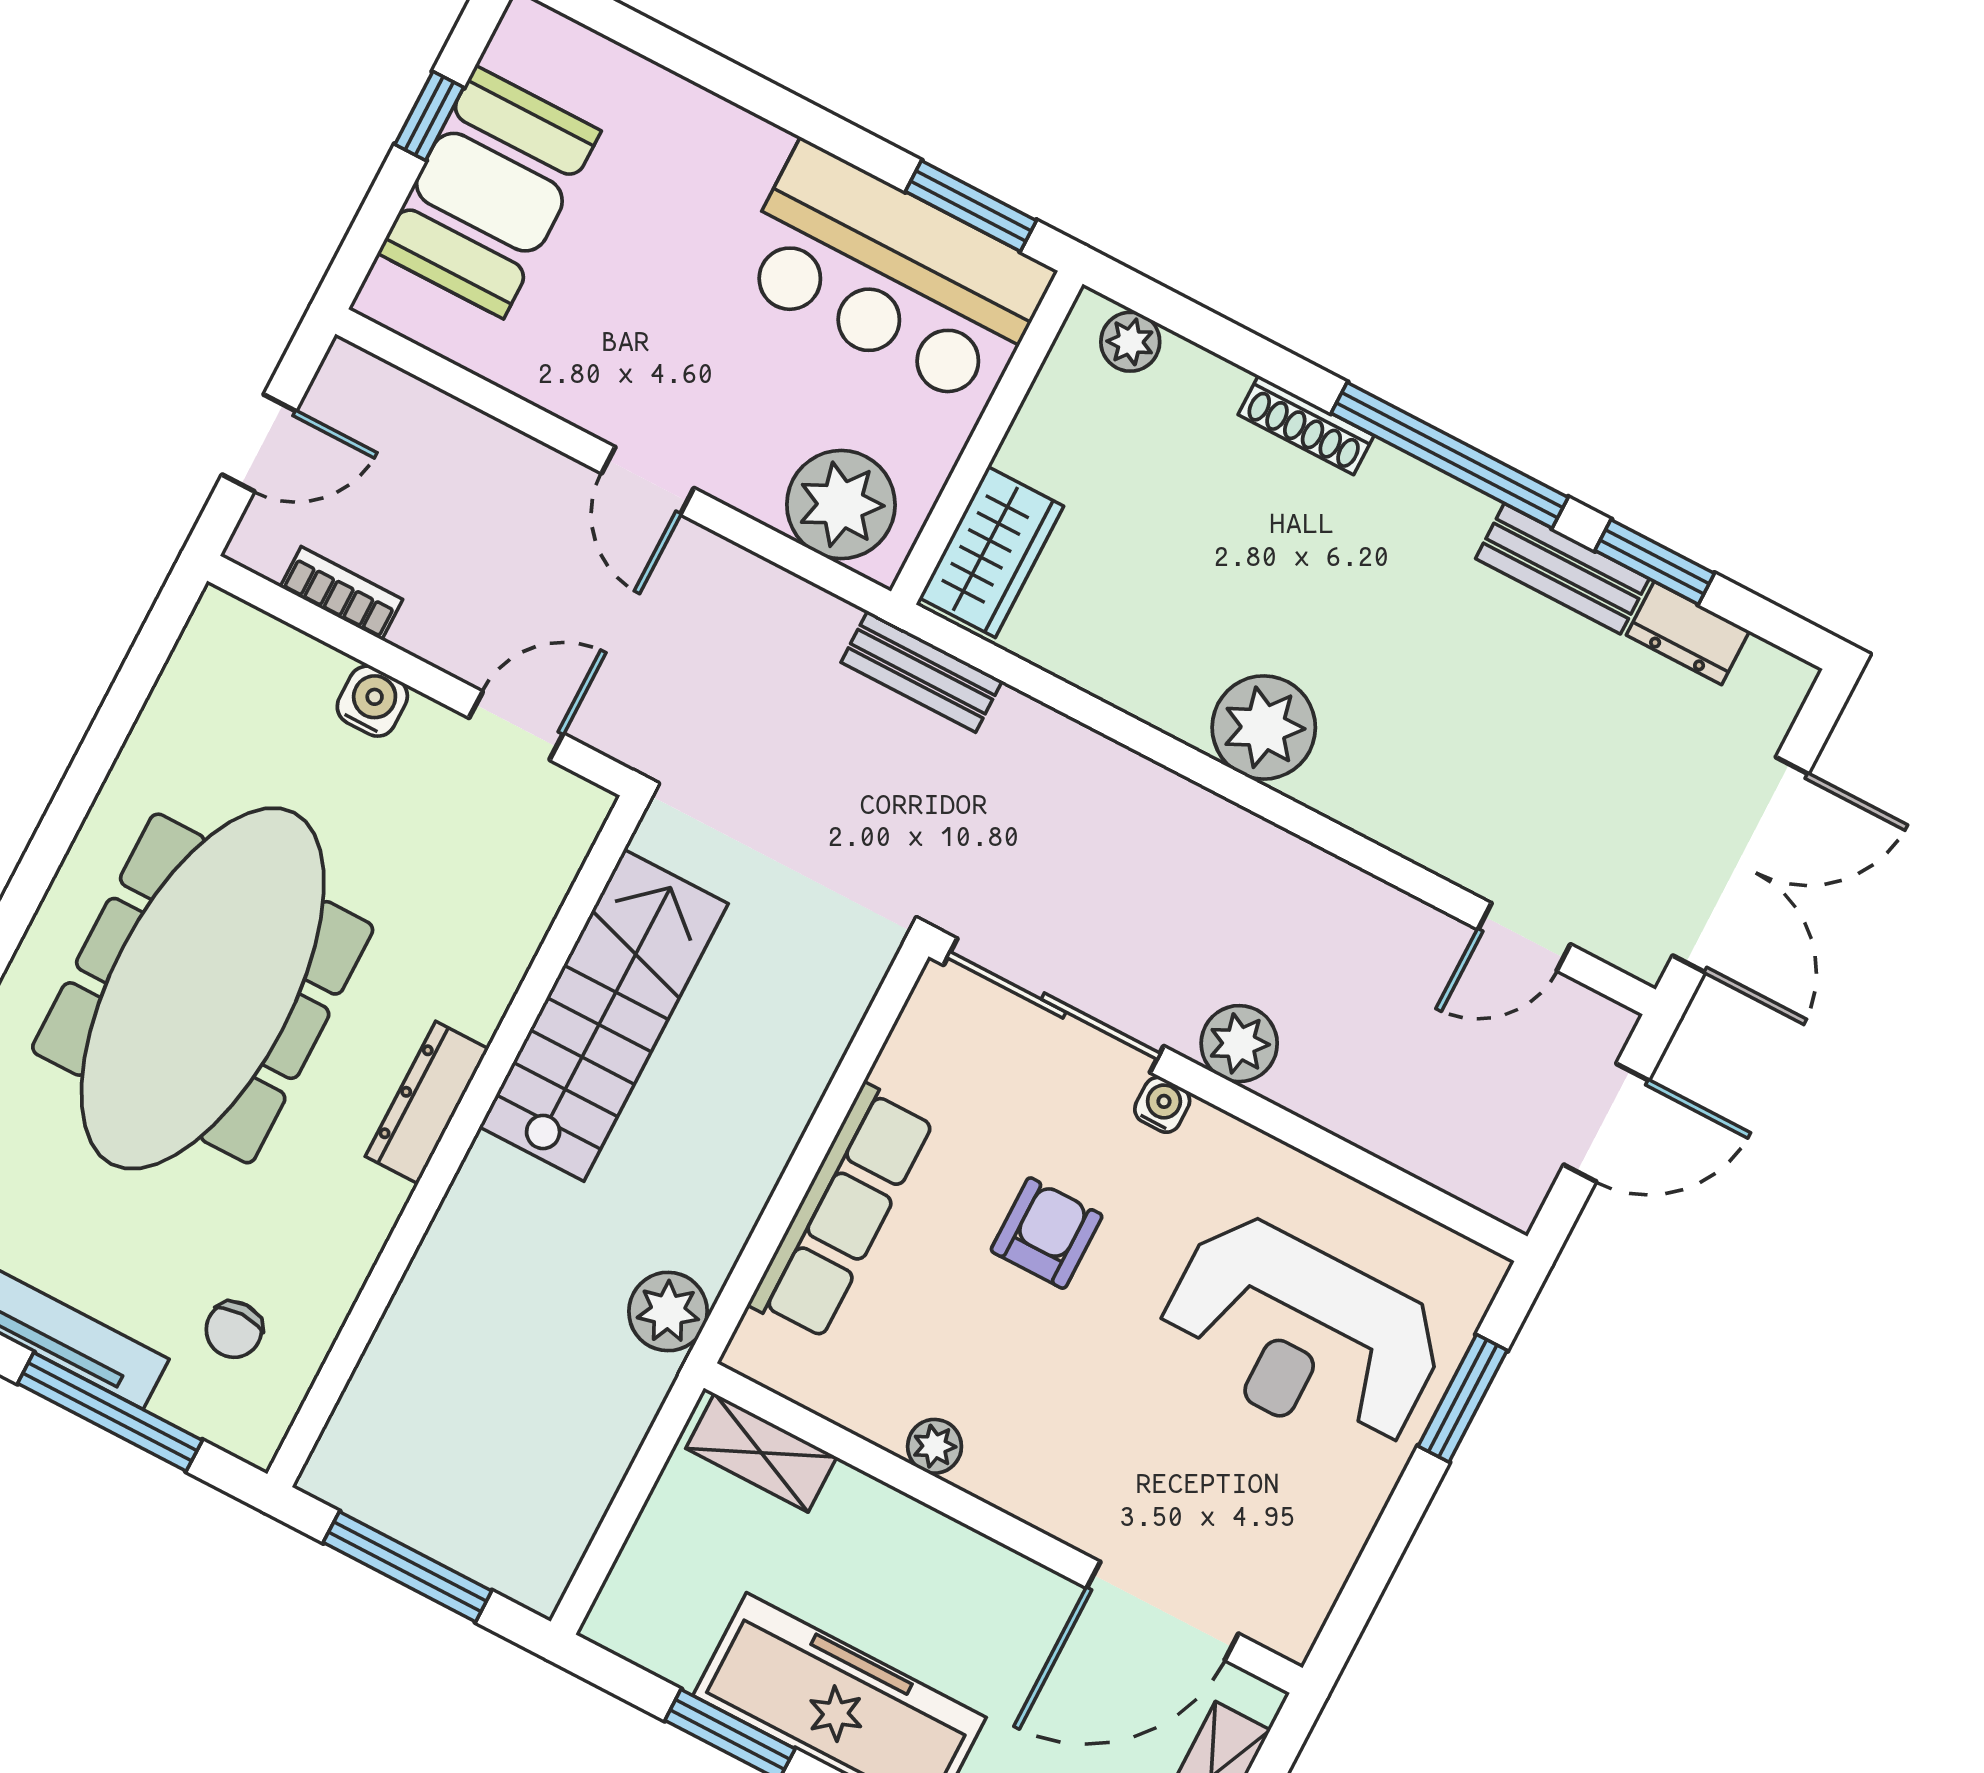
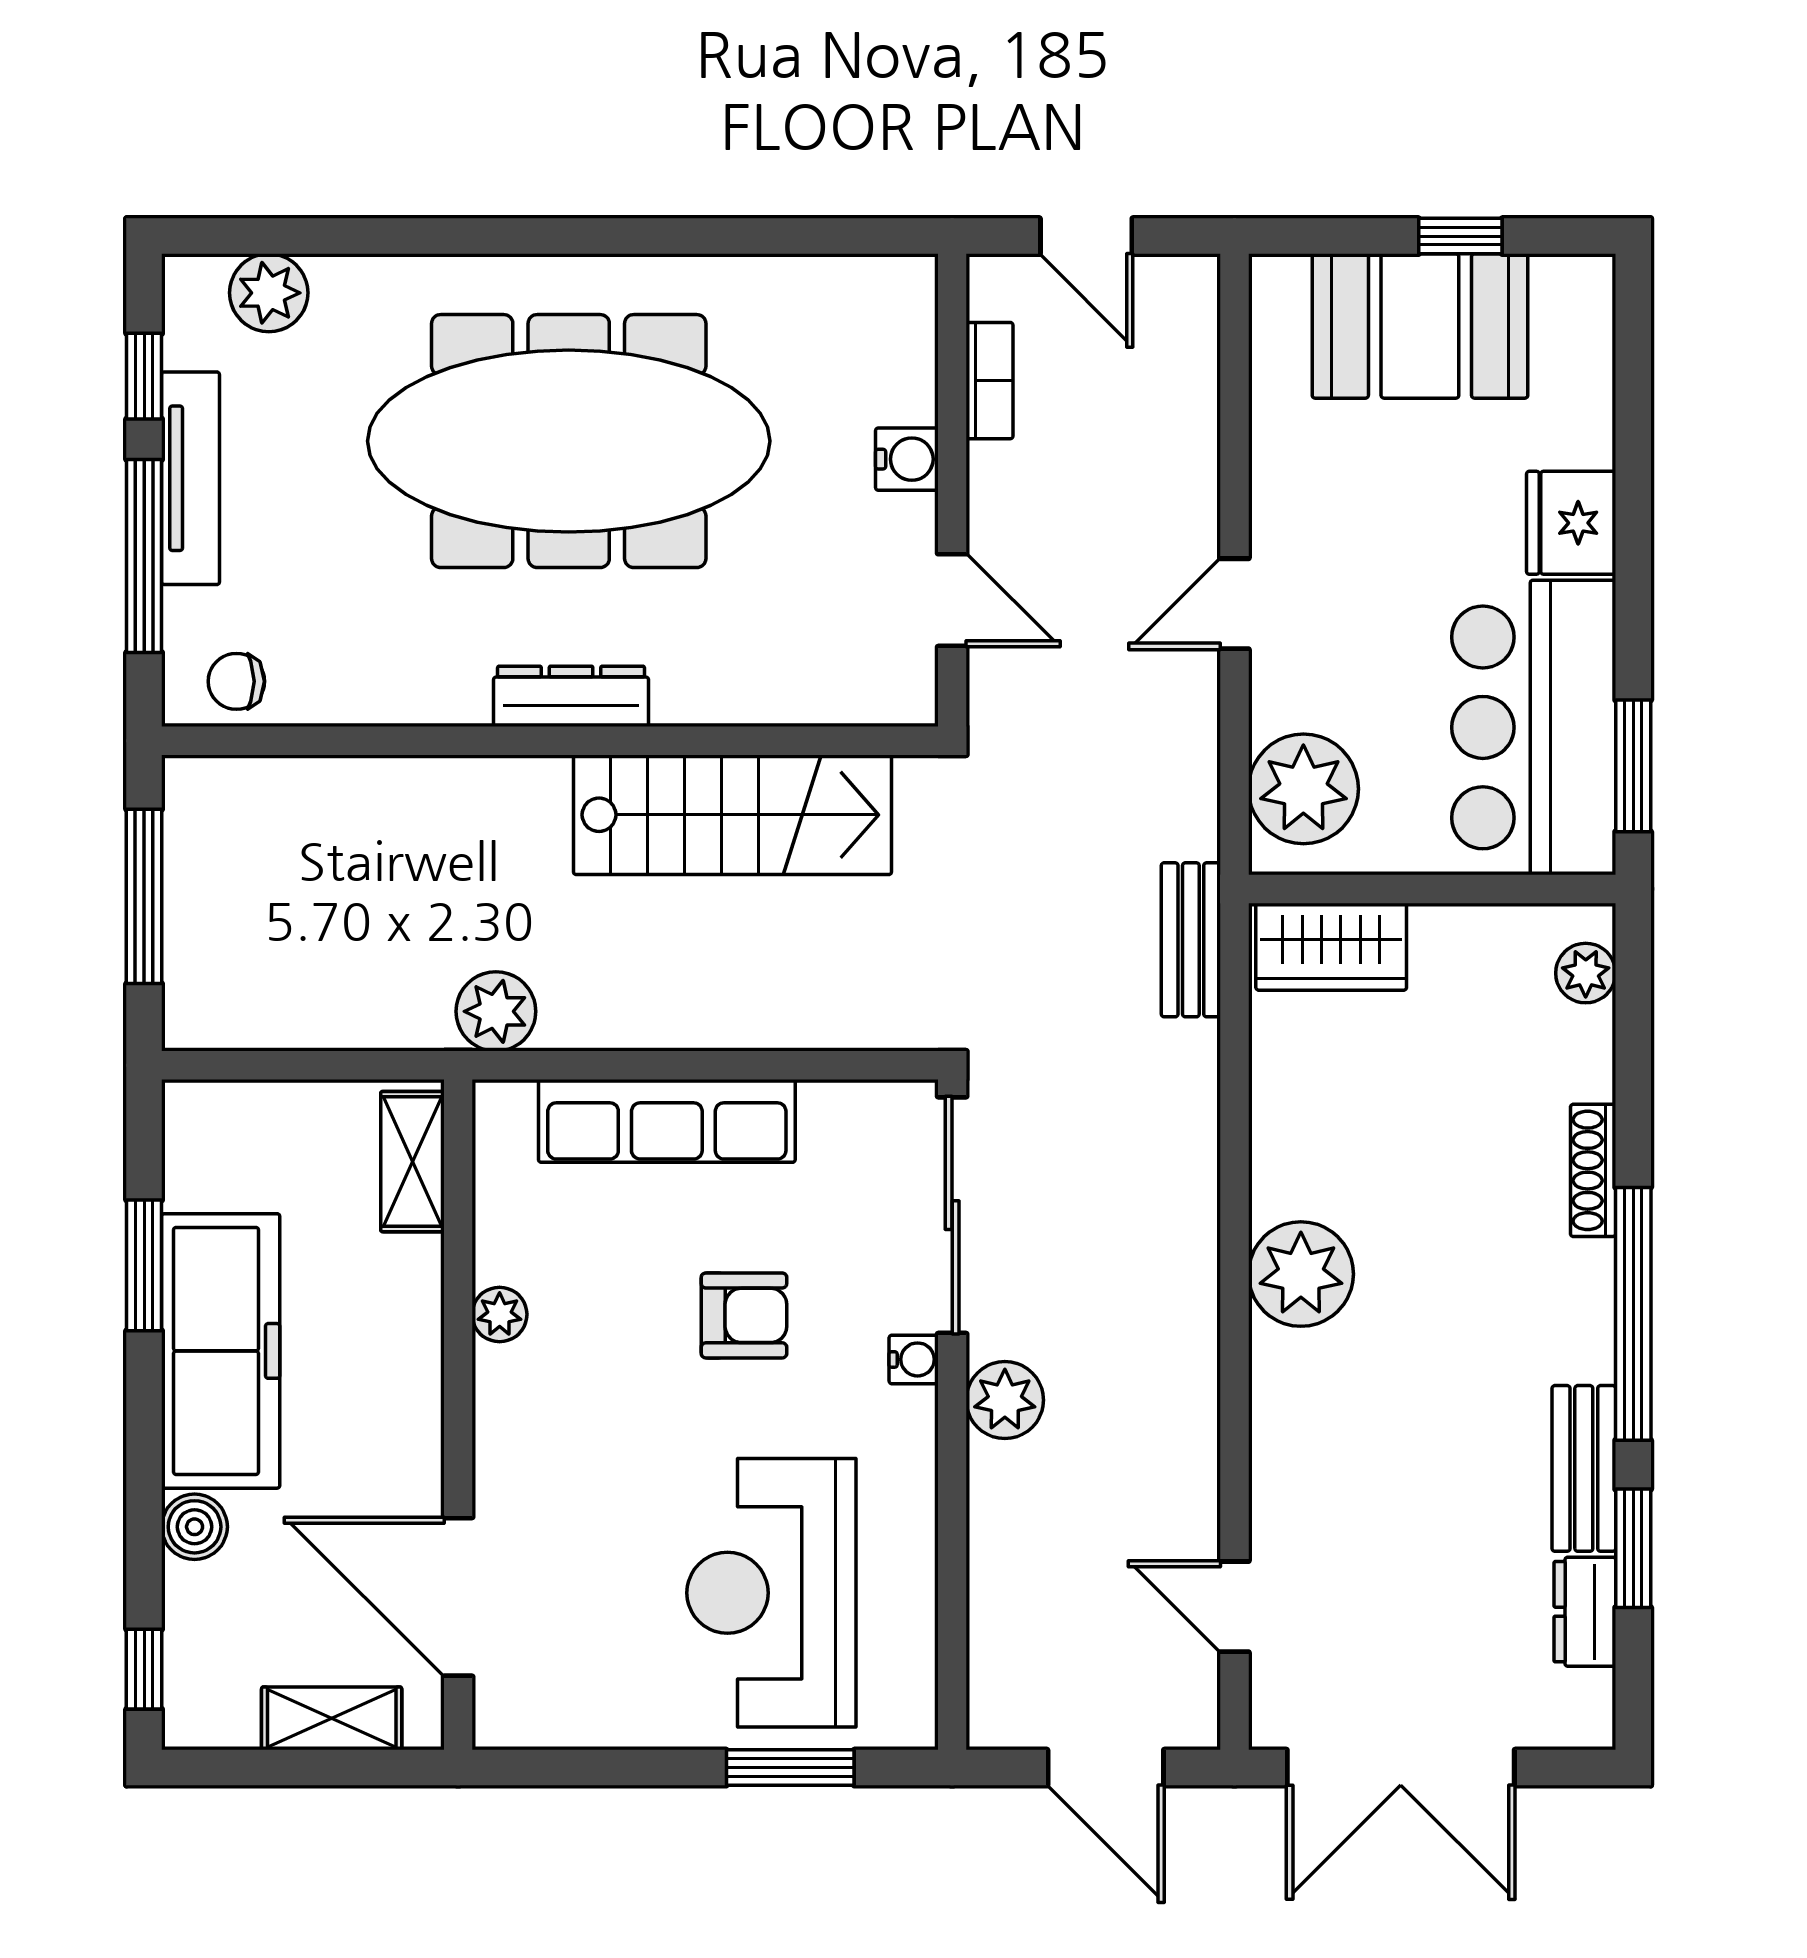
fridge: (730, 150) -> (1571, 523), added
chair: (234, 1330) -> (236, 681), moved

